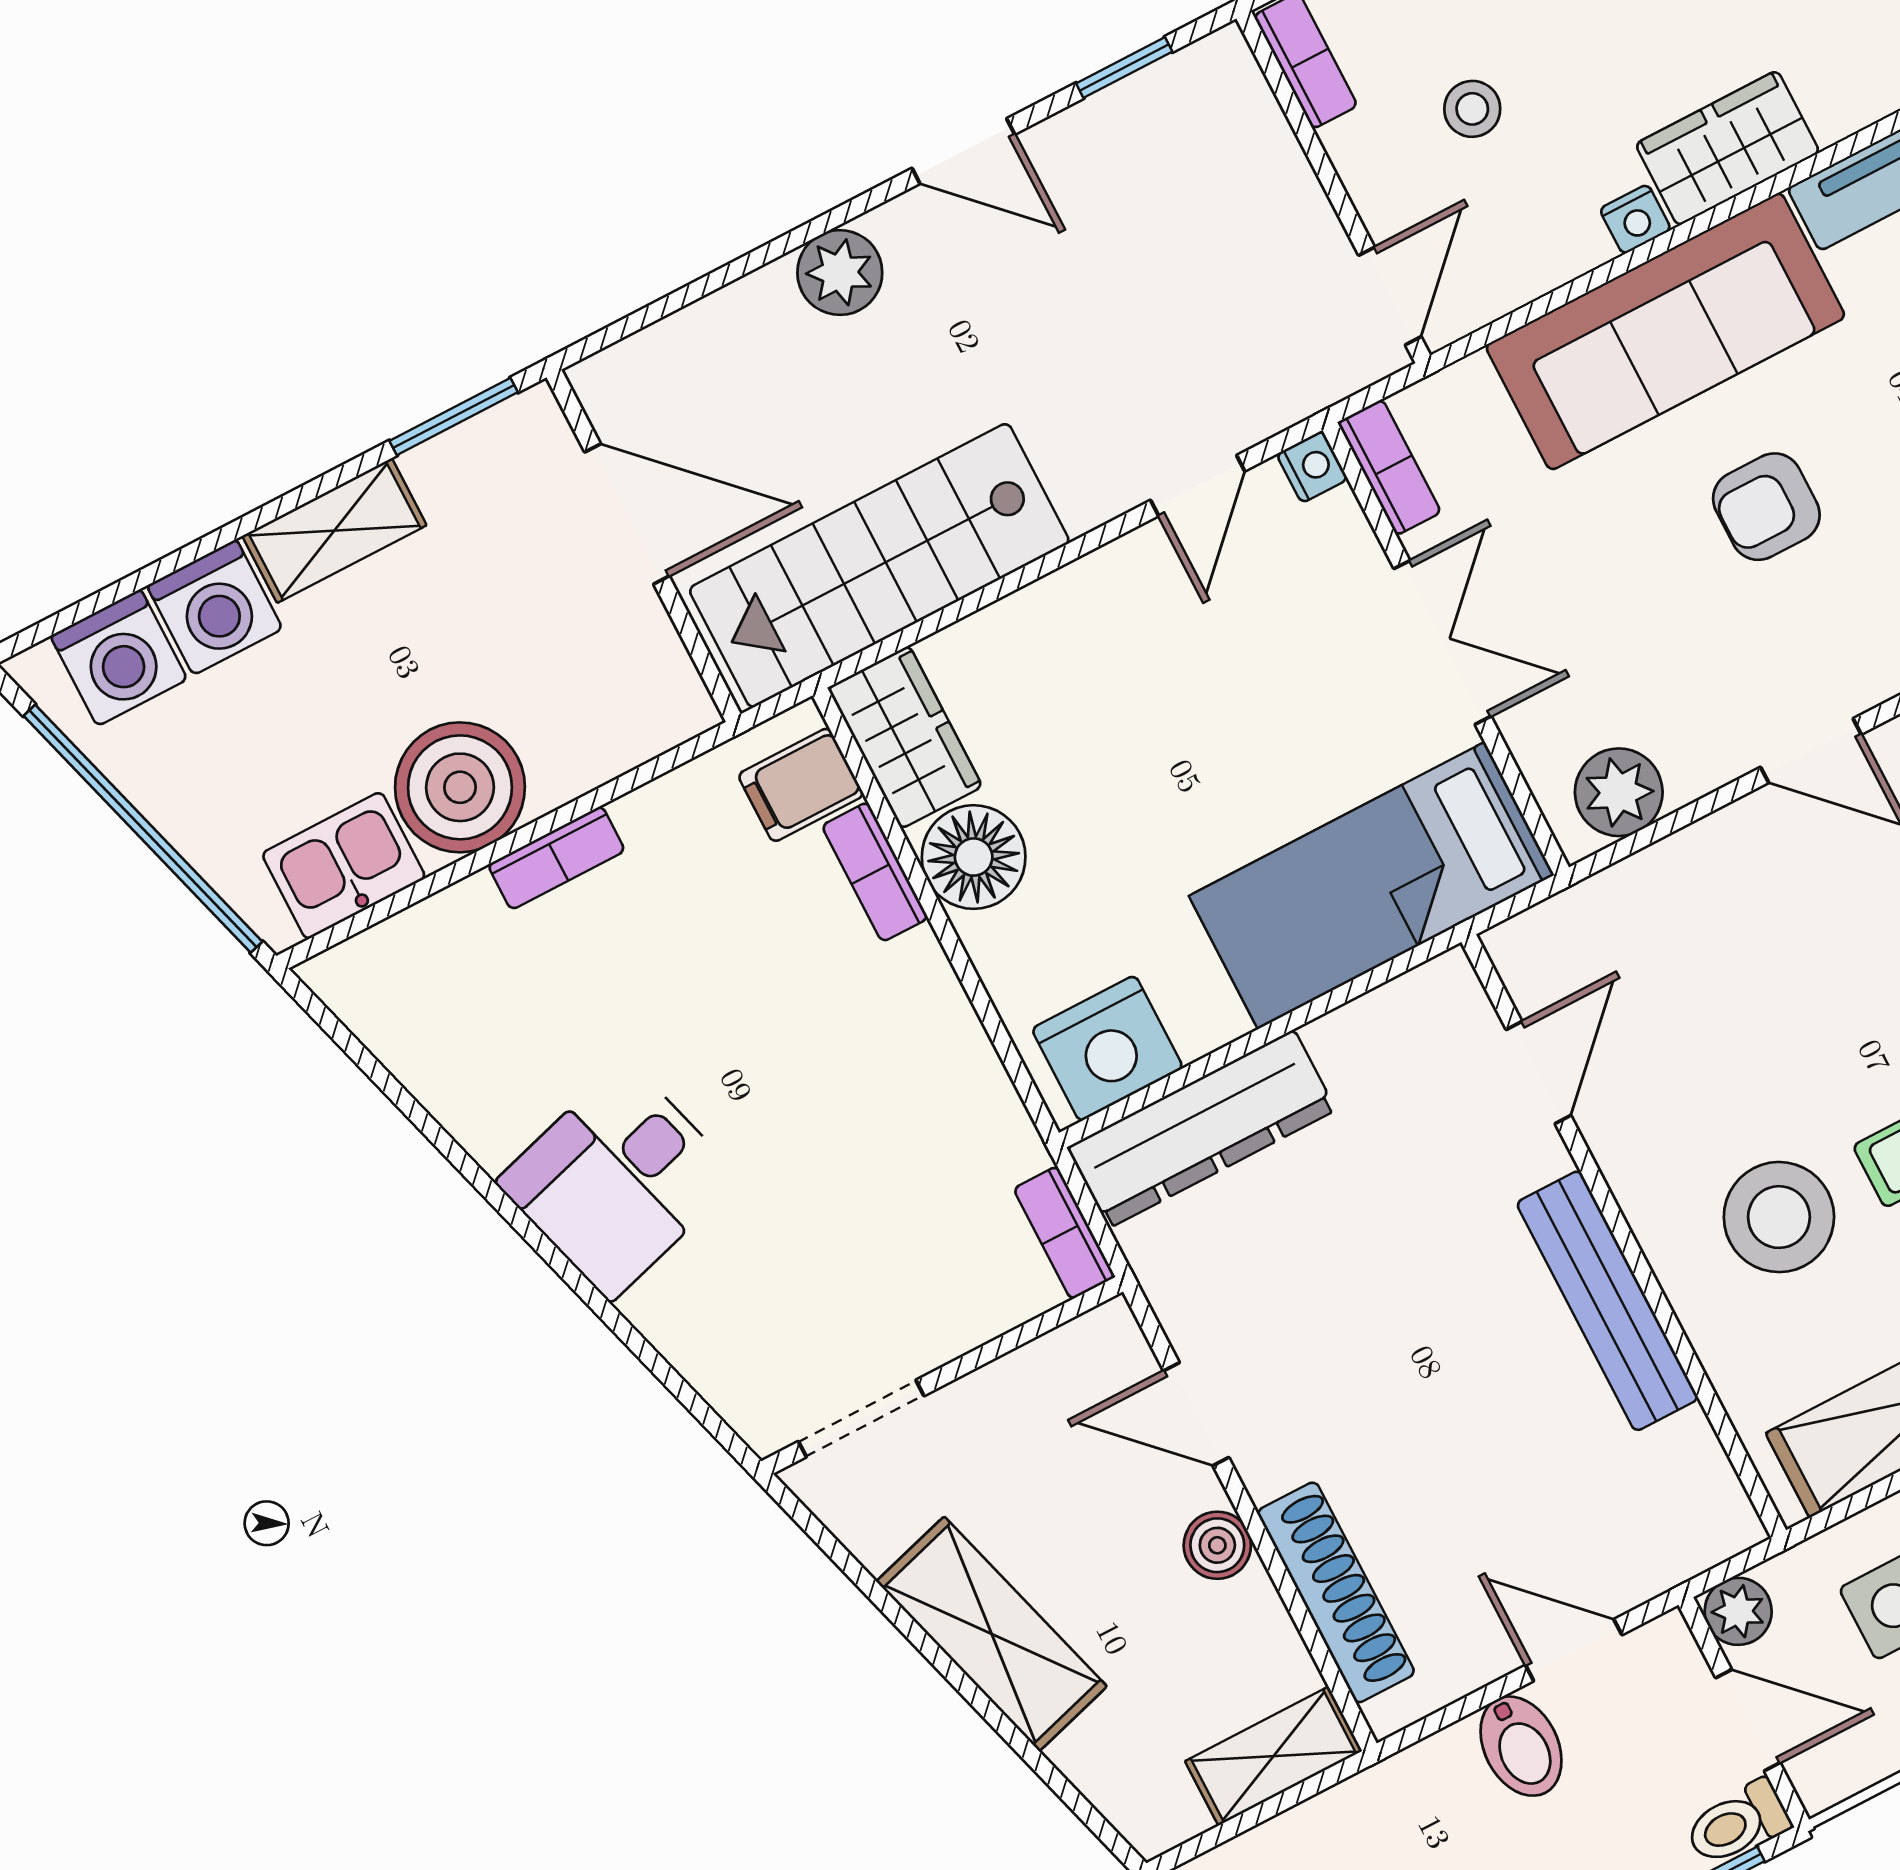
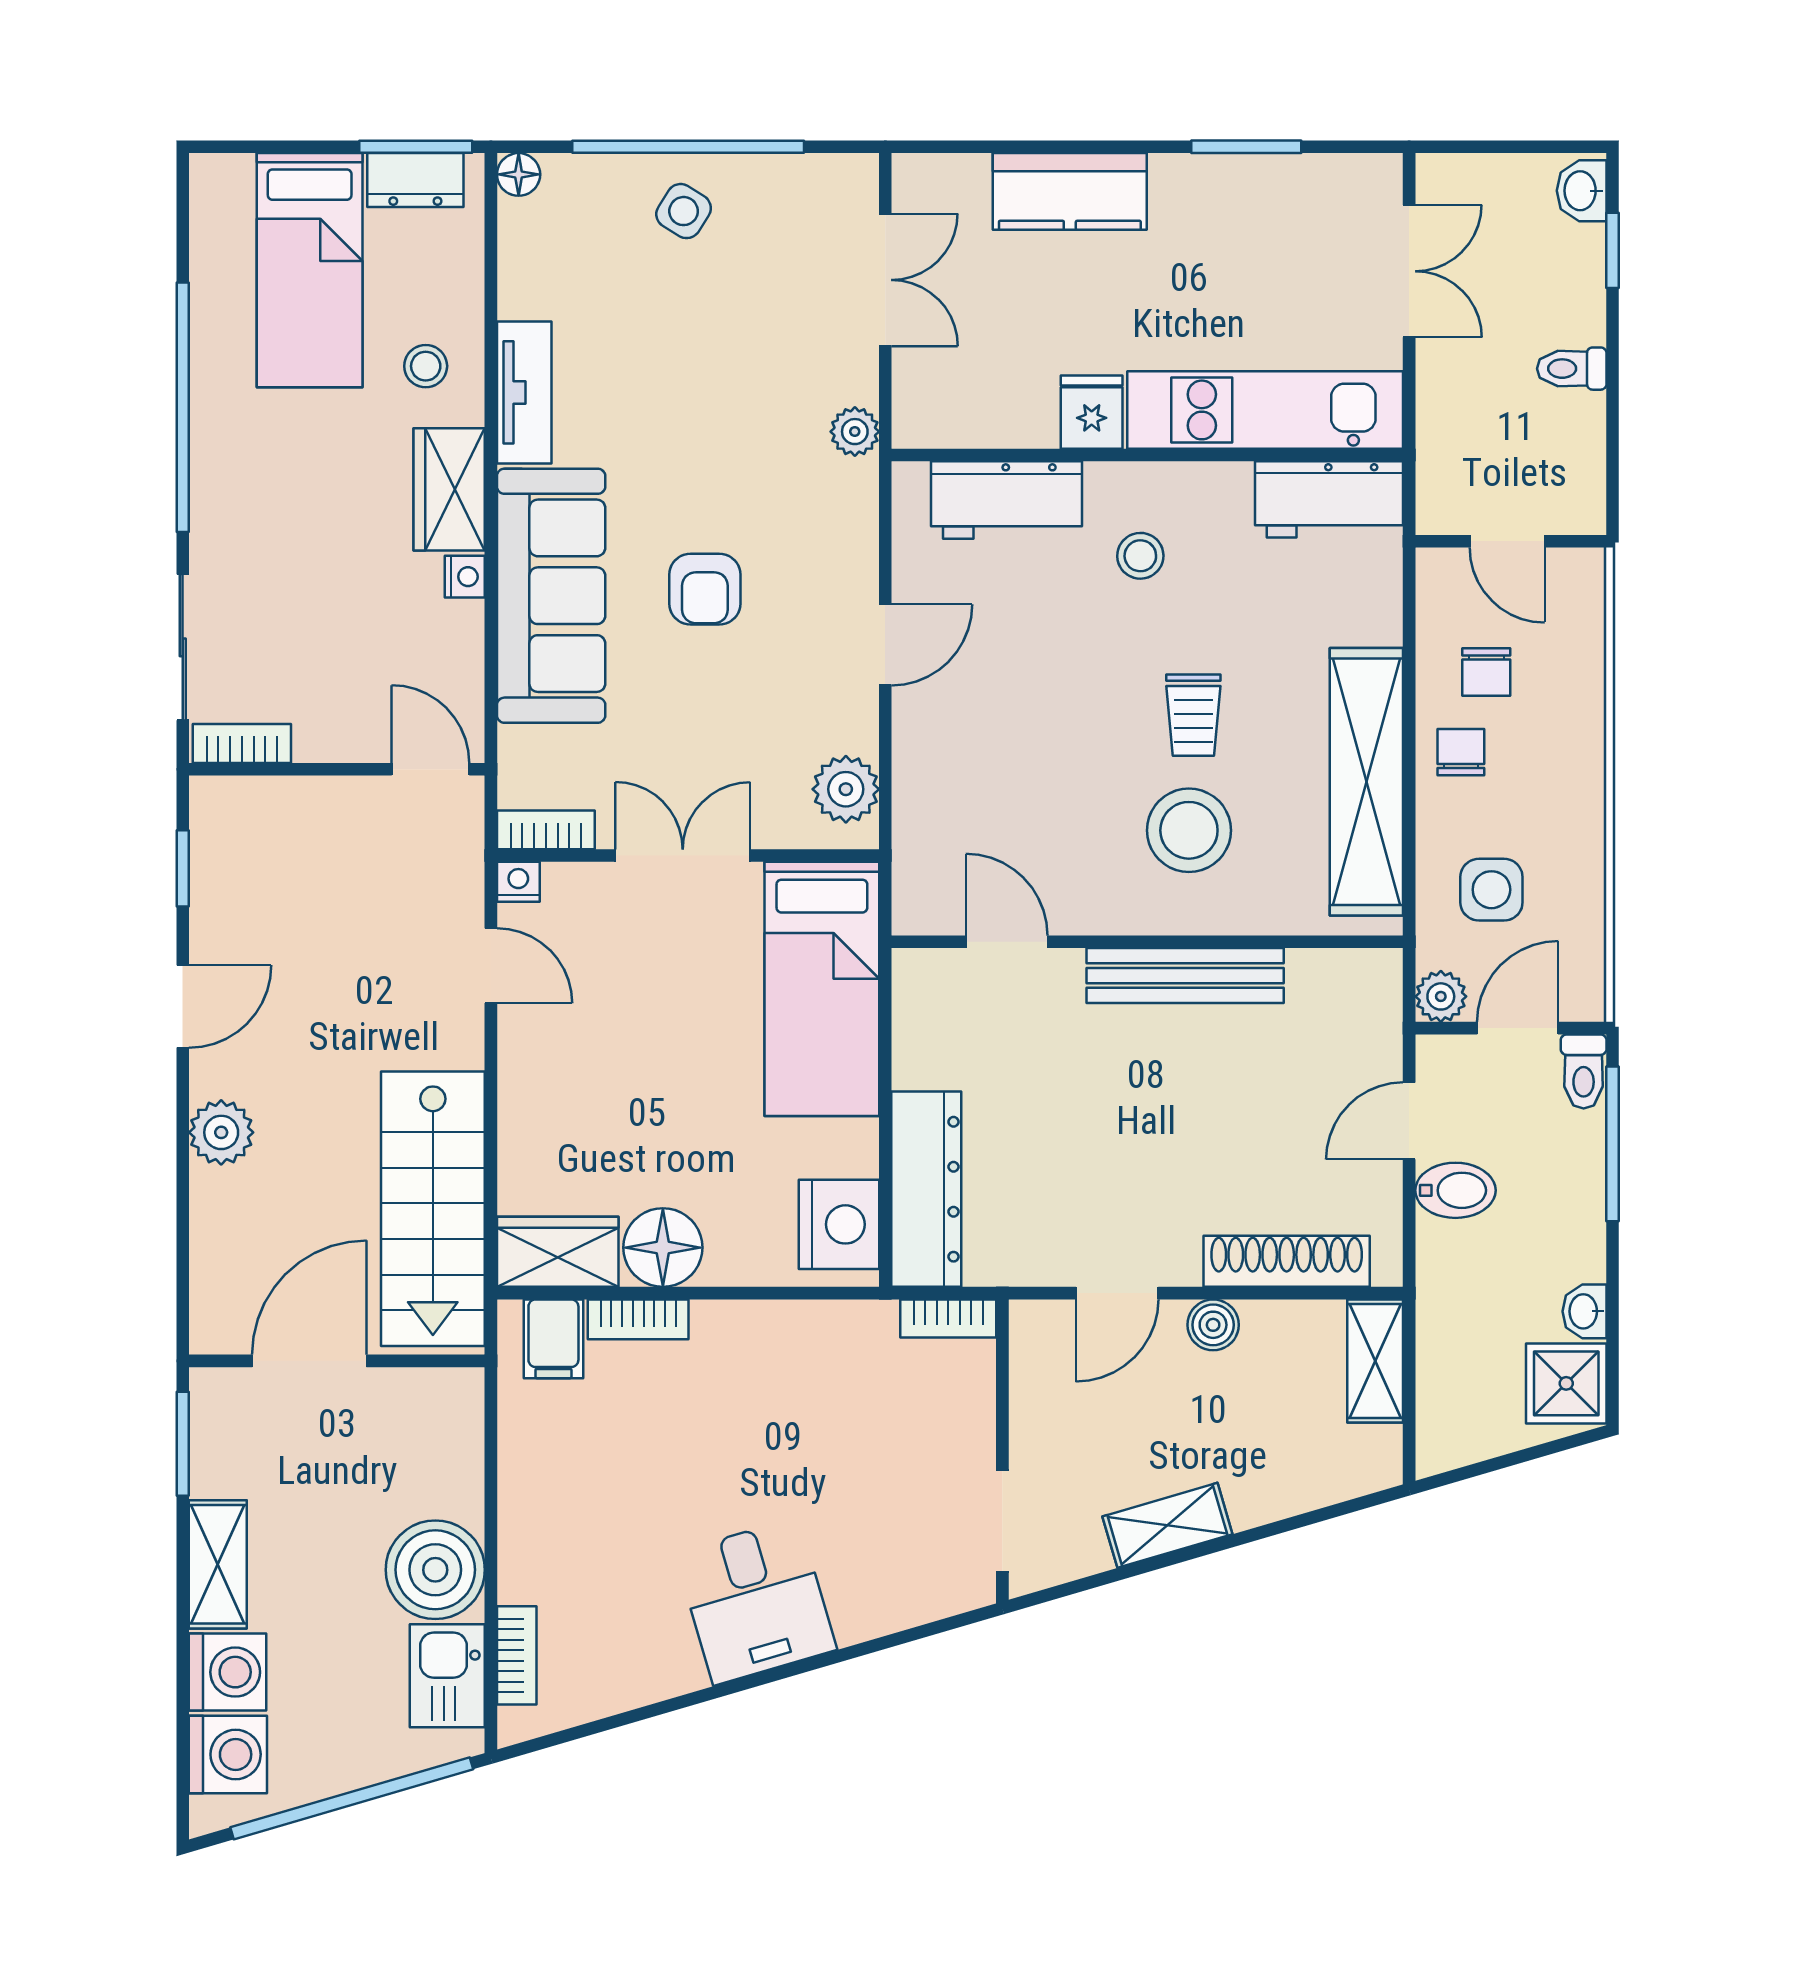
stool: (1472, 109) -> (426, 366), moved
bookcase: (556, 858) -> (517, 1655), moved
shelving: (992, 1634) -> (1167, 1525), width x0.67, depth x0.75

